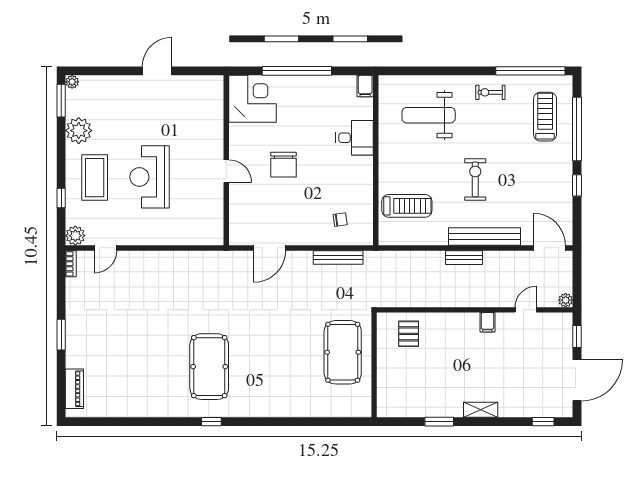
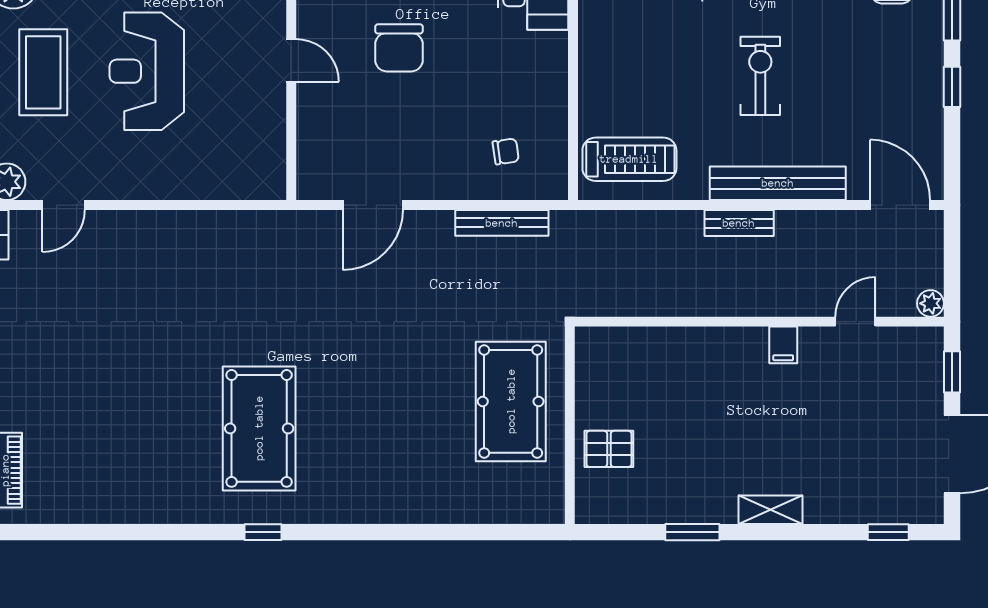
treadmill: (407, 206) -> (629, 159), moved
pallet: (409, 334) -> (609, 449), moved, turned 90

